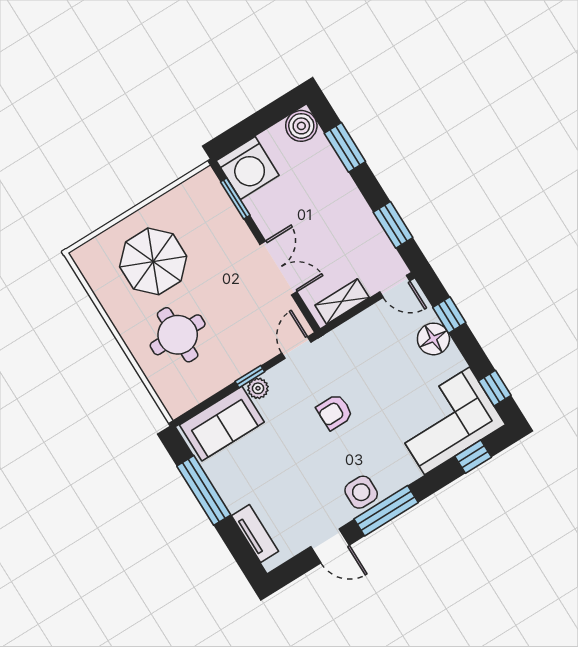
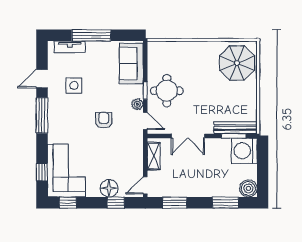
bench: (221, 203) -> (236, 128), added
parasol: (153, 261) -> (237, 63), moved
round table: (178, 335) -> (167, 91), moved
plant: (258, 388) -> (137, 104), moved
window: (204, 490) -> (91, 35), moved
side table: (361, 492) -> (74, 85), moved

